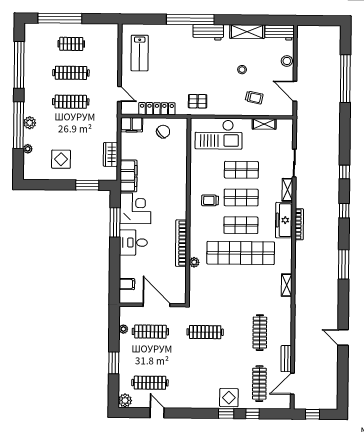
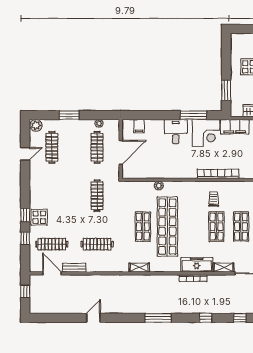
shop shelf: (241, 225) -> (143, 227), moved
bookcase: (181, 243) -> (218, 174), moved

